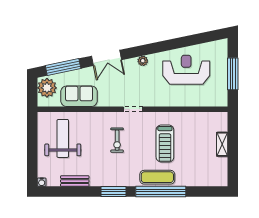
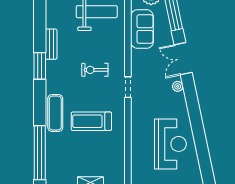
plant: (143, 61) -> (178, 86), moved
bench: (75, 181) -> (51, 44), moved
window: (161, 192) -> (40, 153), moved

